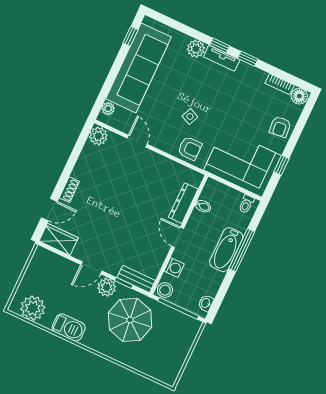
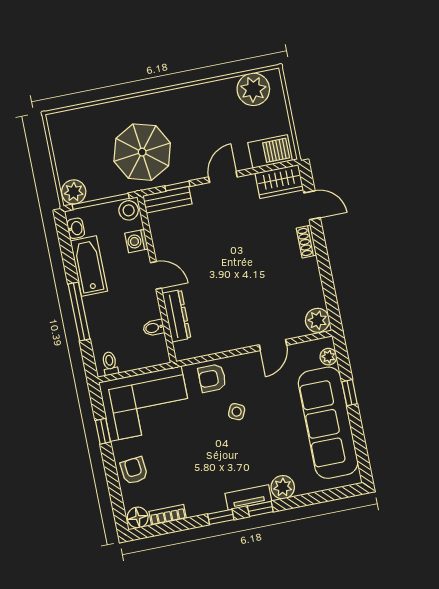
window: (130, 36) -> (350, 393), moved
door: (137, 141) -> (273, 345), hinge flipped
door: (49, 210) -> (312, 205), swing flipped
bathtub: (226, 250) -> (89, 266), moved
plant: (107, 287) -> (74, 192), moved
barbecue: (69, 328) -> (270, 152), moved, turned 180

